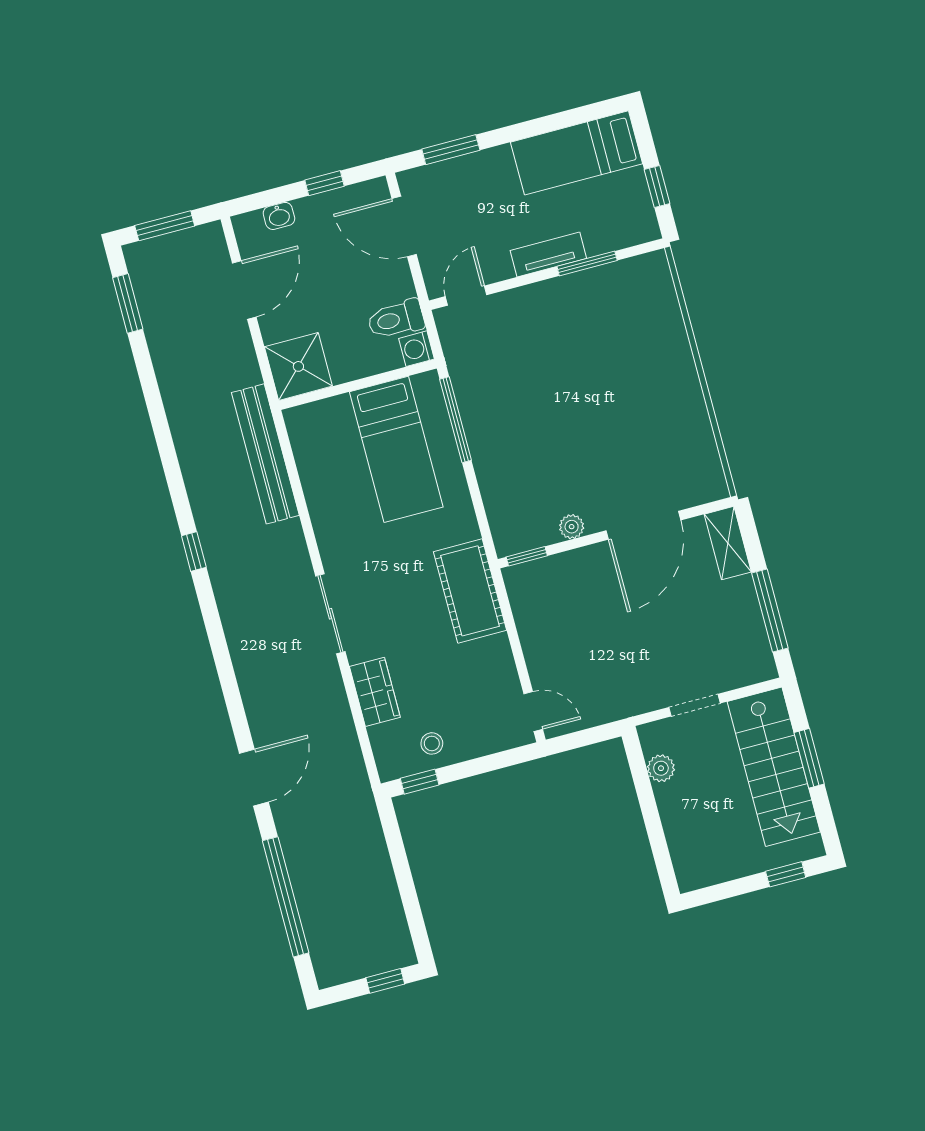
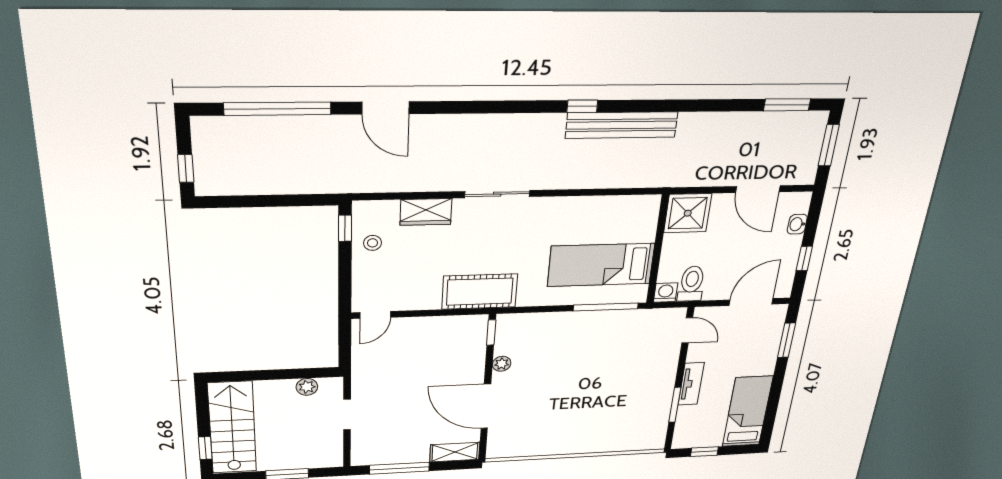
bench: (265, 454) -> (622, 125), moved
stairs: (774, 767) -> (232, 428), moved, turned 90

